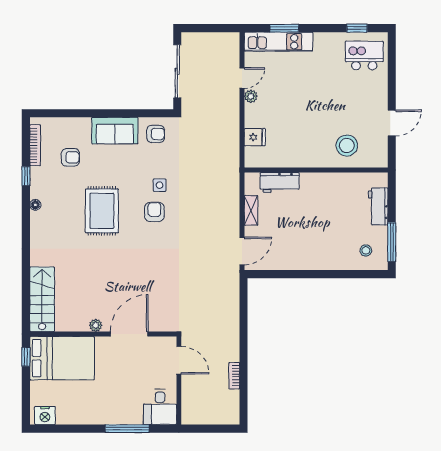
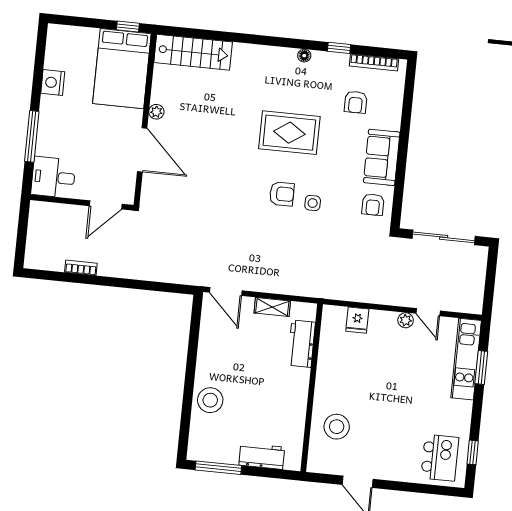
stool: (366, 250) -> (210, 400), moved, width x1.89, depth x1.89
nightstand: (45, 416) -> (53, 82), moved

